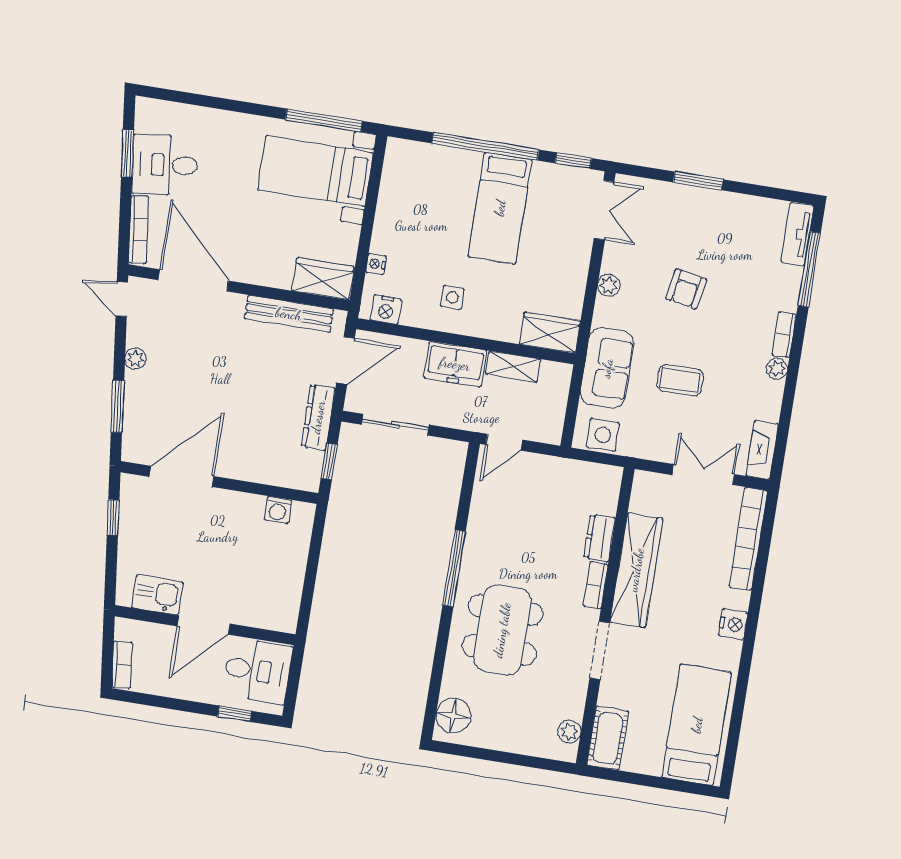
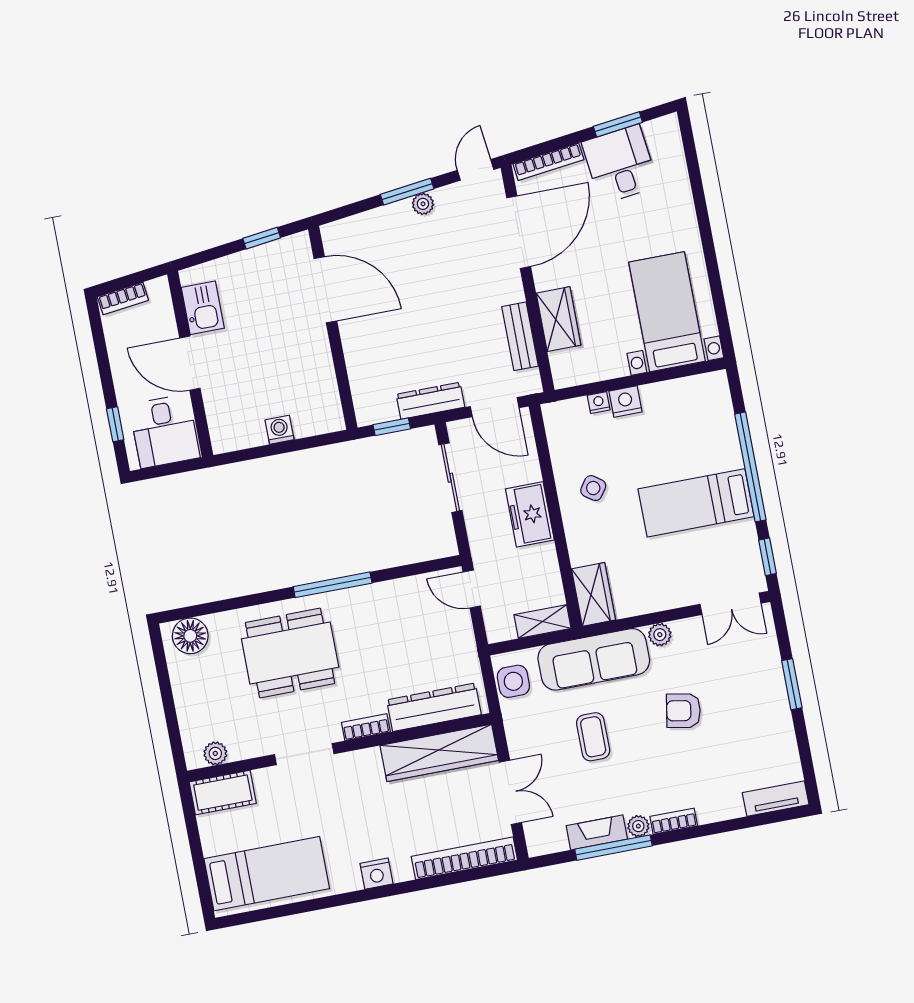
window: (324, 120) -> (719, 302), removed
window: (809, 269) -> (614, 848), moved
wardrobe: (323, 279) -> (559, 319), moved
side table: (452, 297) -> (593, 488), turned 35
nightstand: (386, 310) -> (626, 402), moved, turned 90
bench: (289, 314) -> (520, 336), width x0.73
shelving: (513, 366) -> (543, 622), moved, turned 90
sofa: (607, 368) -> (594, 659), width x1.36
window: (117, 406) -> (407, 192), moved
fireplace: (762, 450) -> (597, 832), moved
washing machine: (278, 510) -> (280, 430), moved, turned 90
dresser: (600, 538) -> (434, 707), width x1.96, depth x1.24
wardrobe: (636, 570) -> (439, 753), moved

